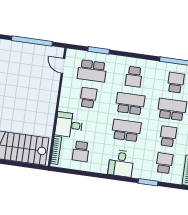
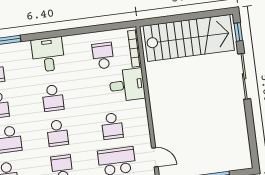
school desk: (130, 104) -> (57, 133), width x0.54
school desk: (126, 130) -> (53, 98), width x0.54

